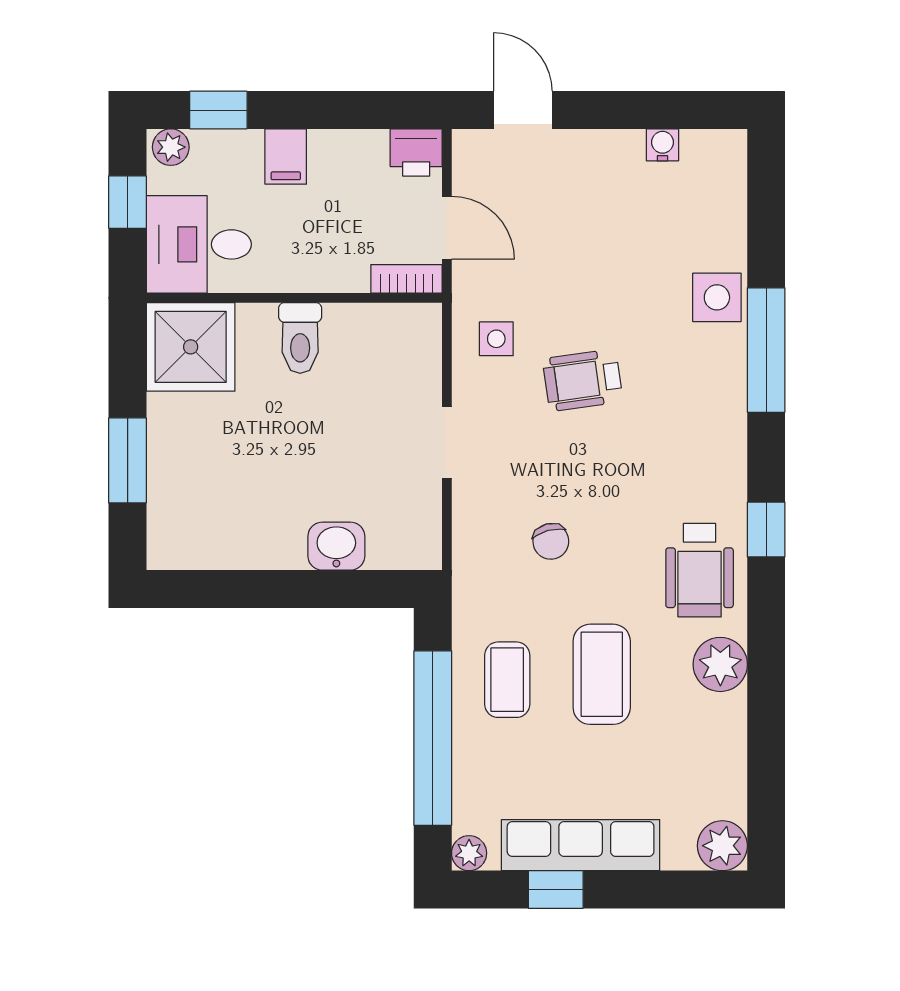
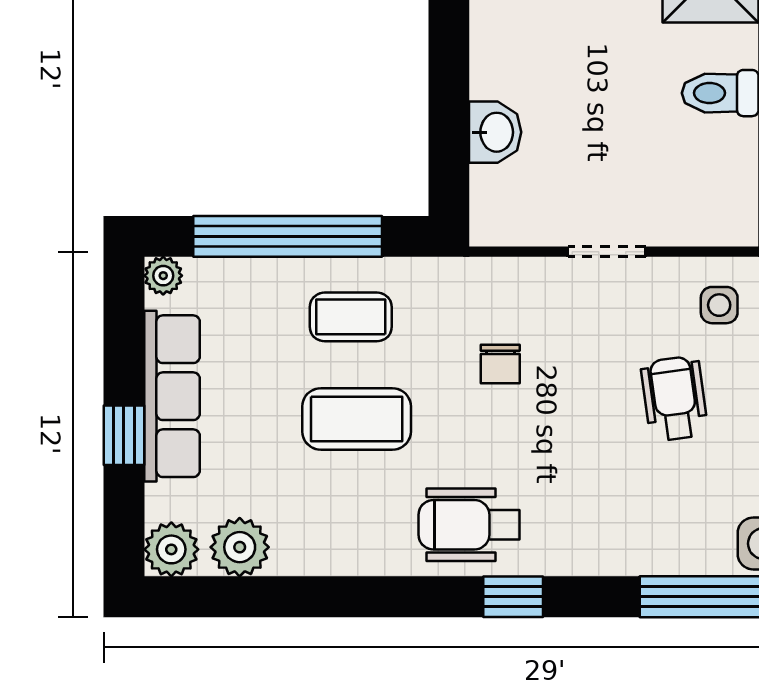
chair: (551, 541) -> (500, 364), turned -75
plant: (720, 664) -> (240, 547), moved
window: (556, 890) -> (124, 435), moved

